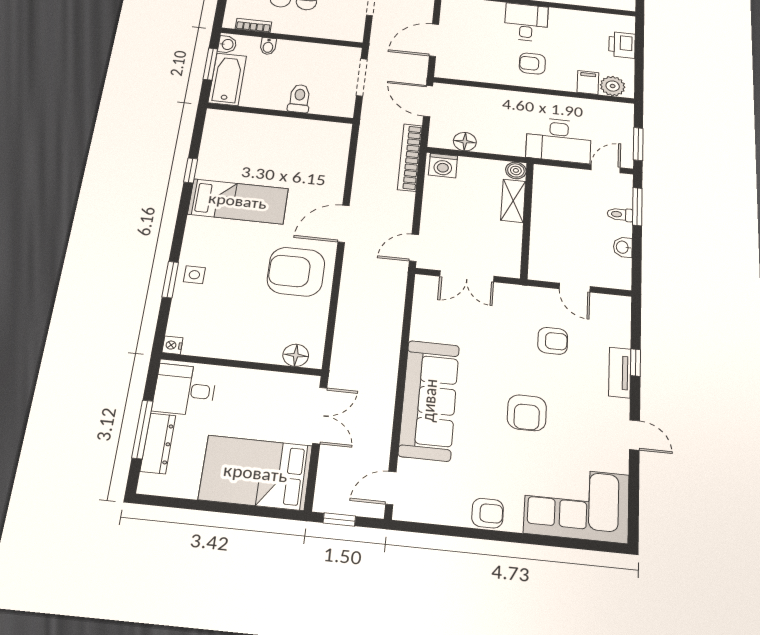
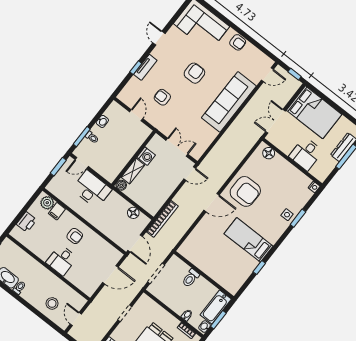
washing machine: (443, 165) -> (146, 156), moved, turned 90
desk: (185, 390) -> (306, 154), moved, turned 90
armchair: (488, 513) -> (238, 42), turned 180

